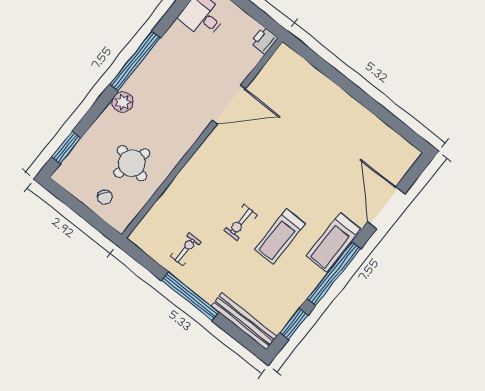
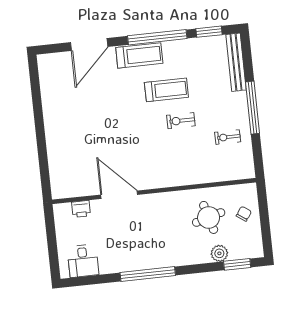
printer: (264, 40) -> (81, 209), moved
plant: (123, 102) -> (219, 253), moved
round table: (132, 163) -> (209, 217), turned -31
exercise bike: (241, 222) -> (181, 121), turned 180

